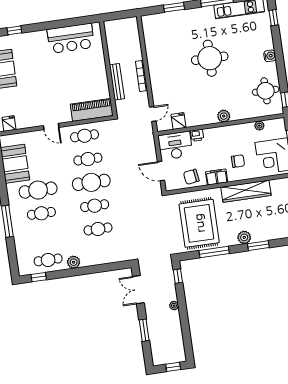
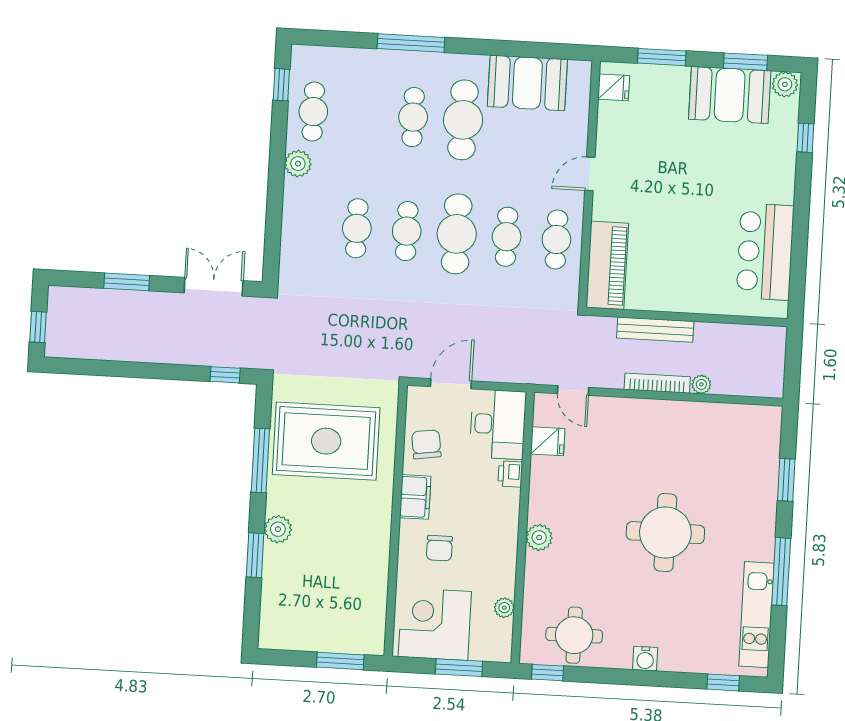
wardrobe: (246, 191) -> (373, 552), removed
plant: (174, 306) -> (701, 384), moved

